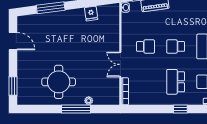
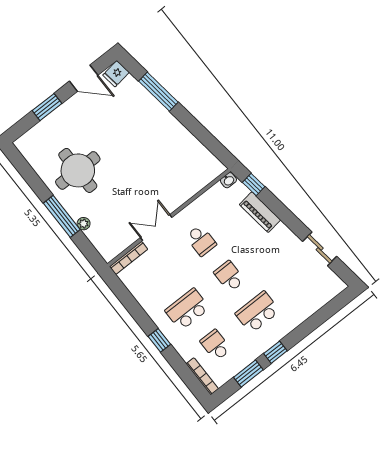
fridge: (91, 14) -> (116, 74), moved
door: (13, 41) -> (84, 78), hinge flipped
window: (13, 86) -> (47, 107), moved

